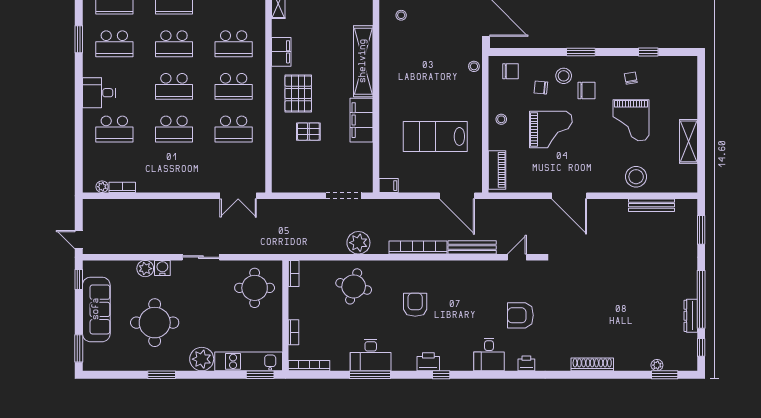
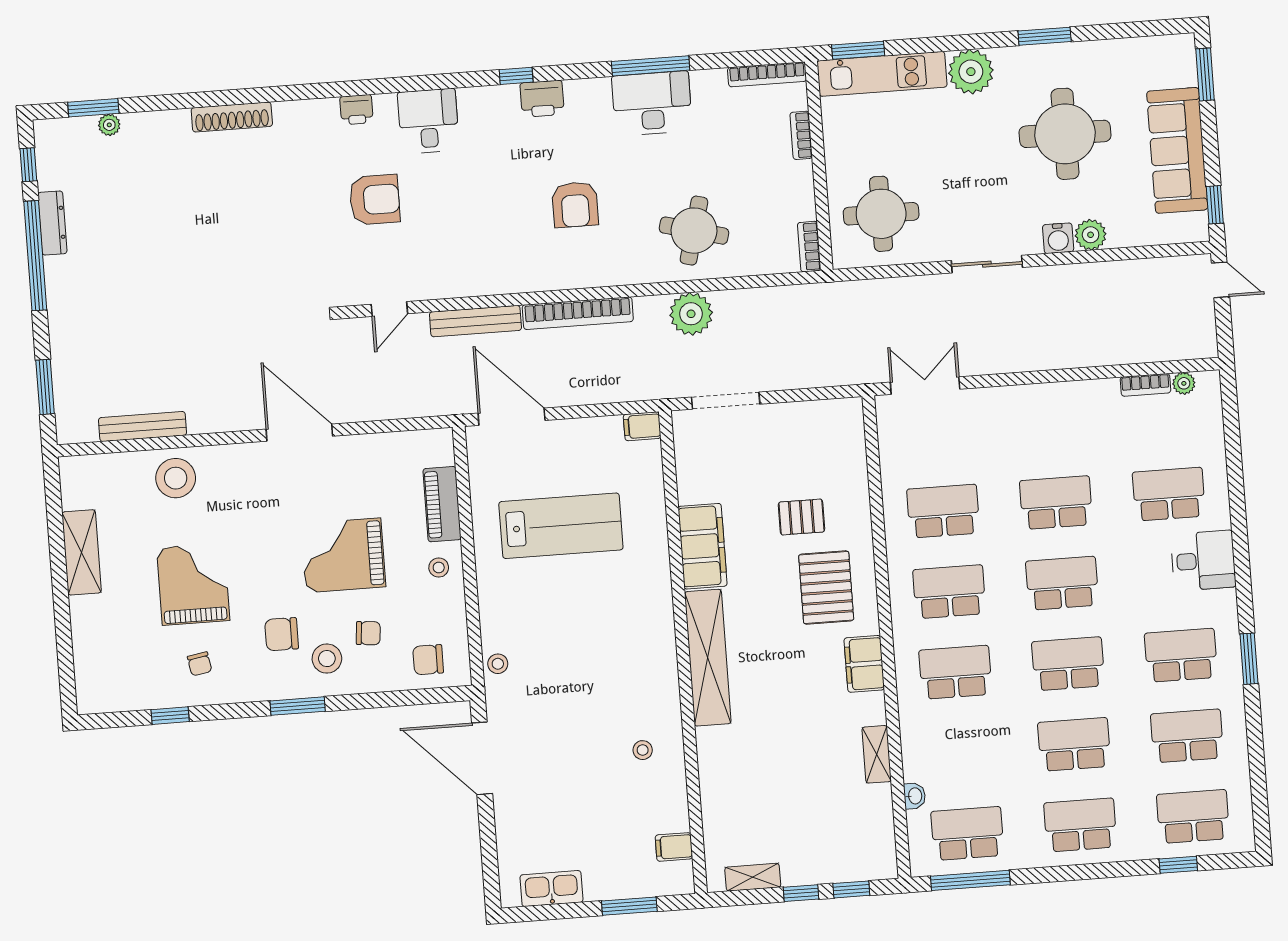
piano: (497, 170) -> (442, 504), moved

